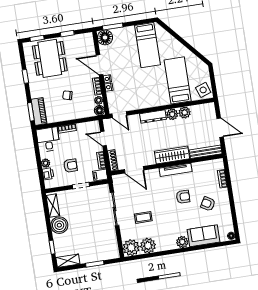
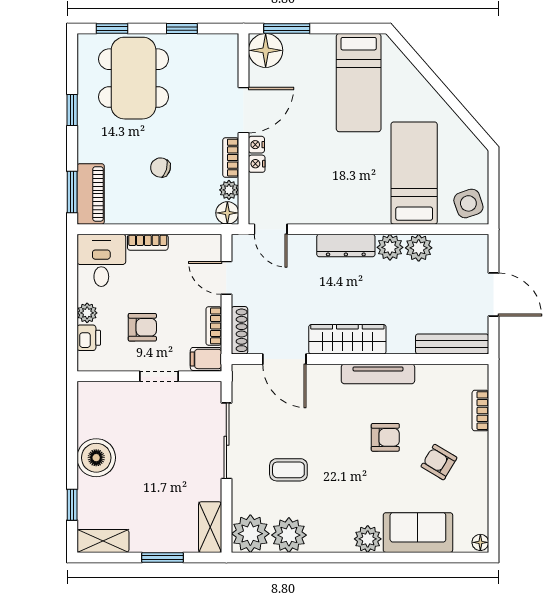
door: (100, 65) -> (244, 110), swing flipped
wardrobe: (172, 155) -> (347, 339), moved
shelving: (53, 206) -> (210, 527), moved

